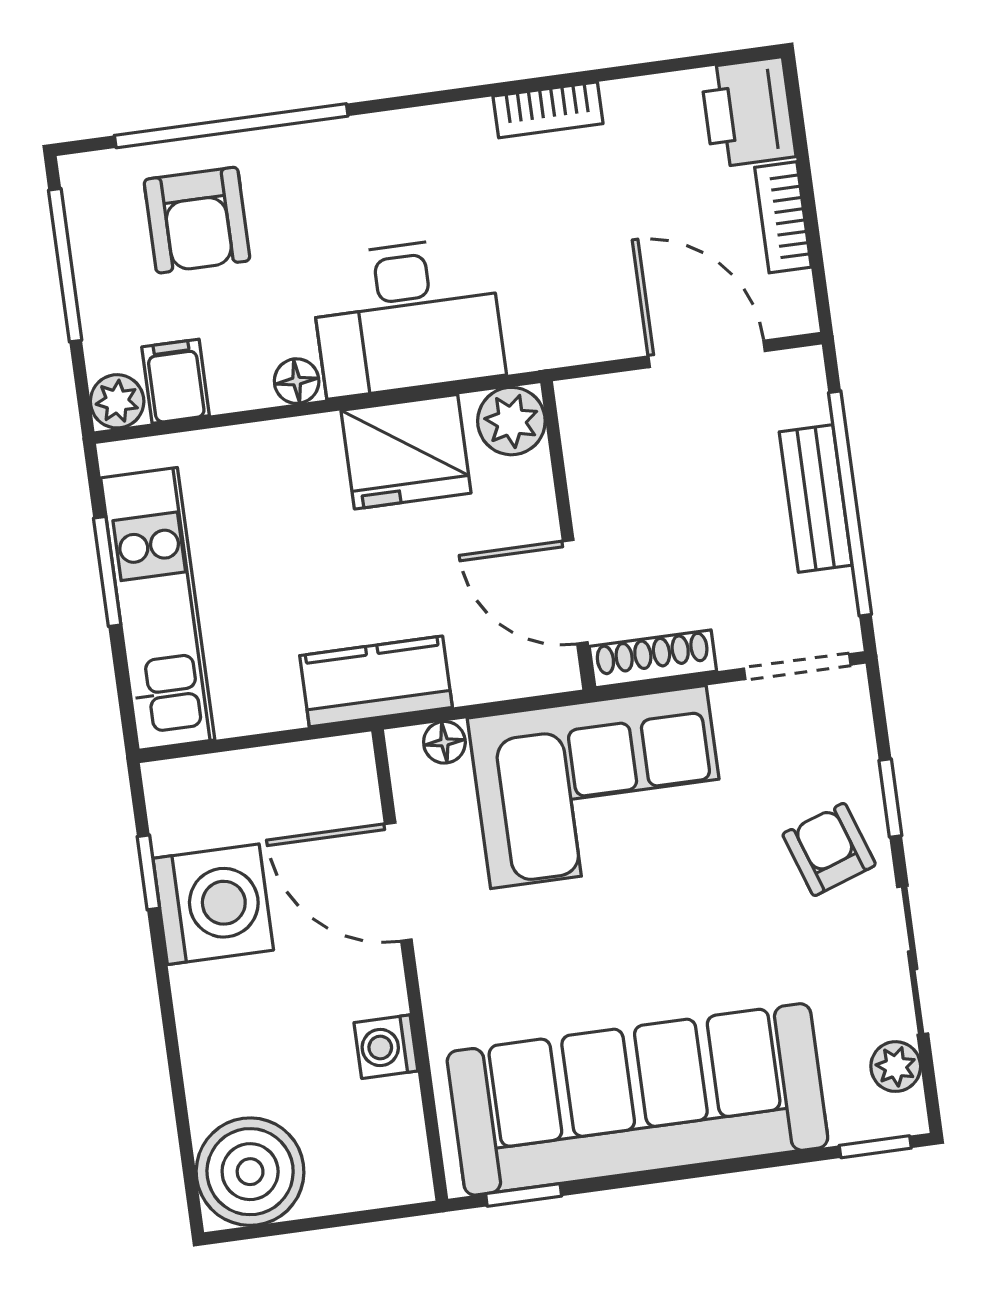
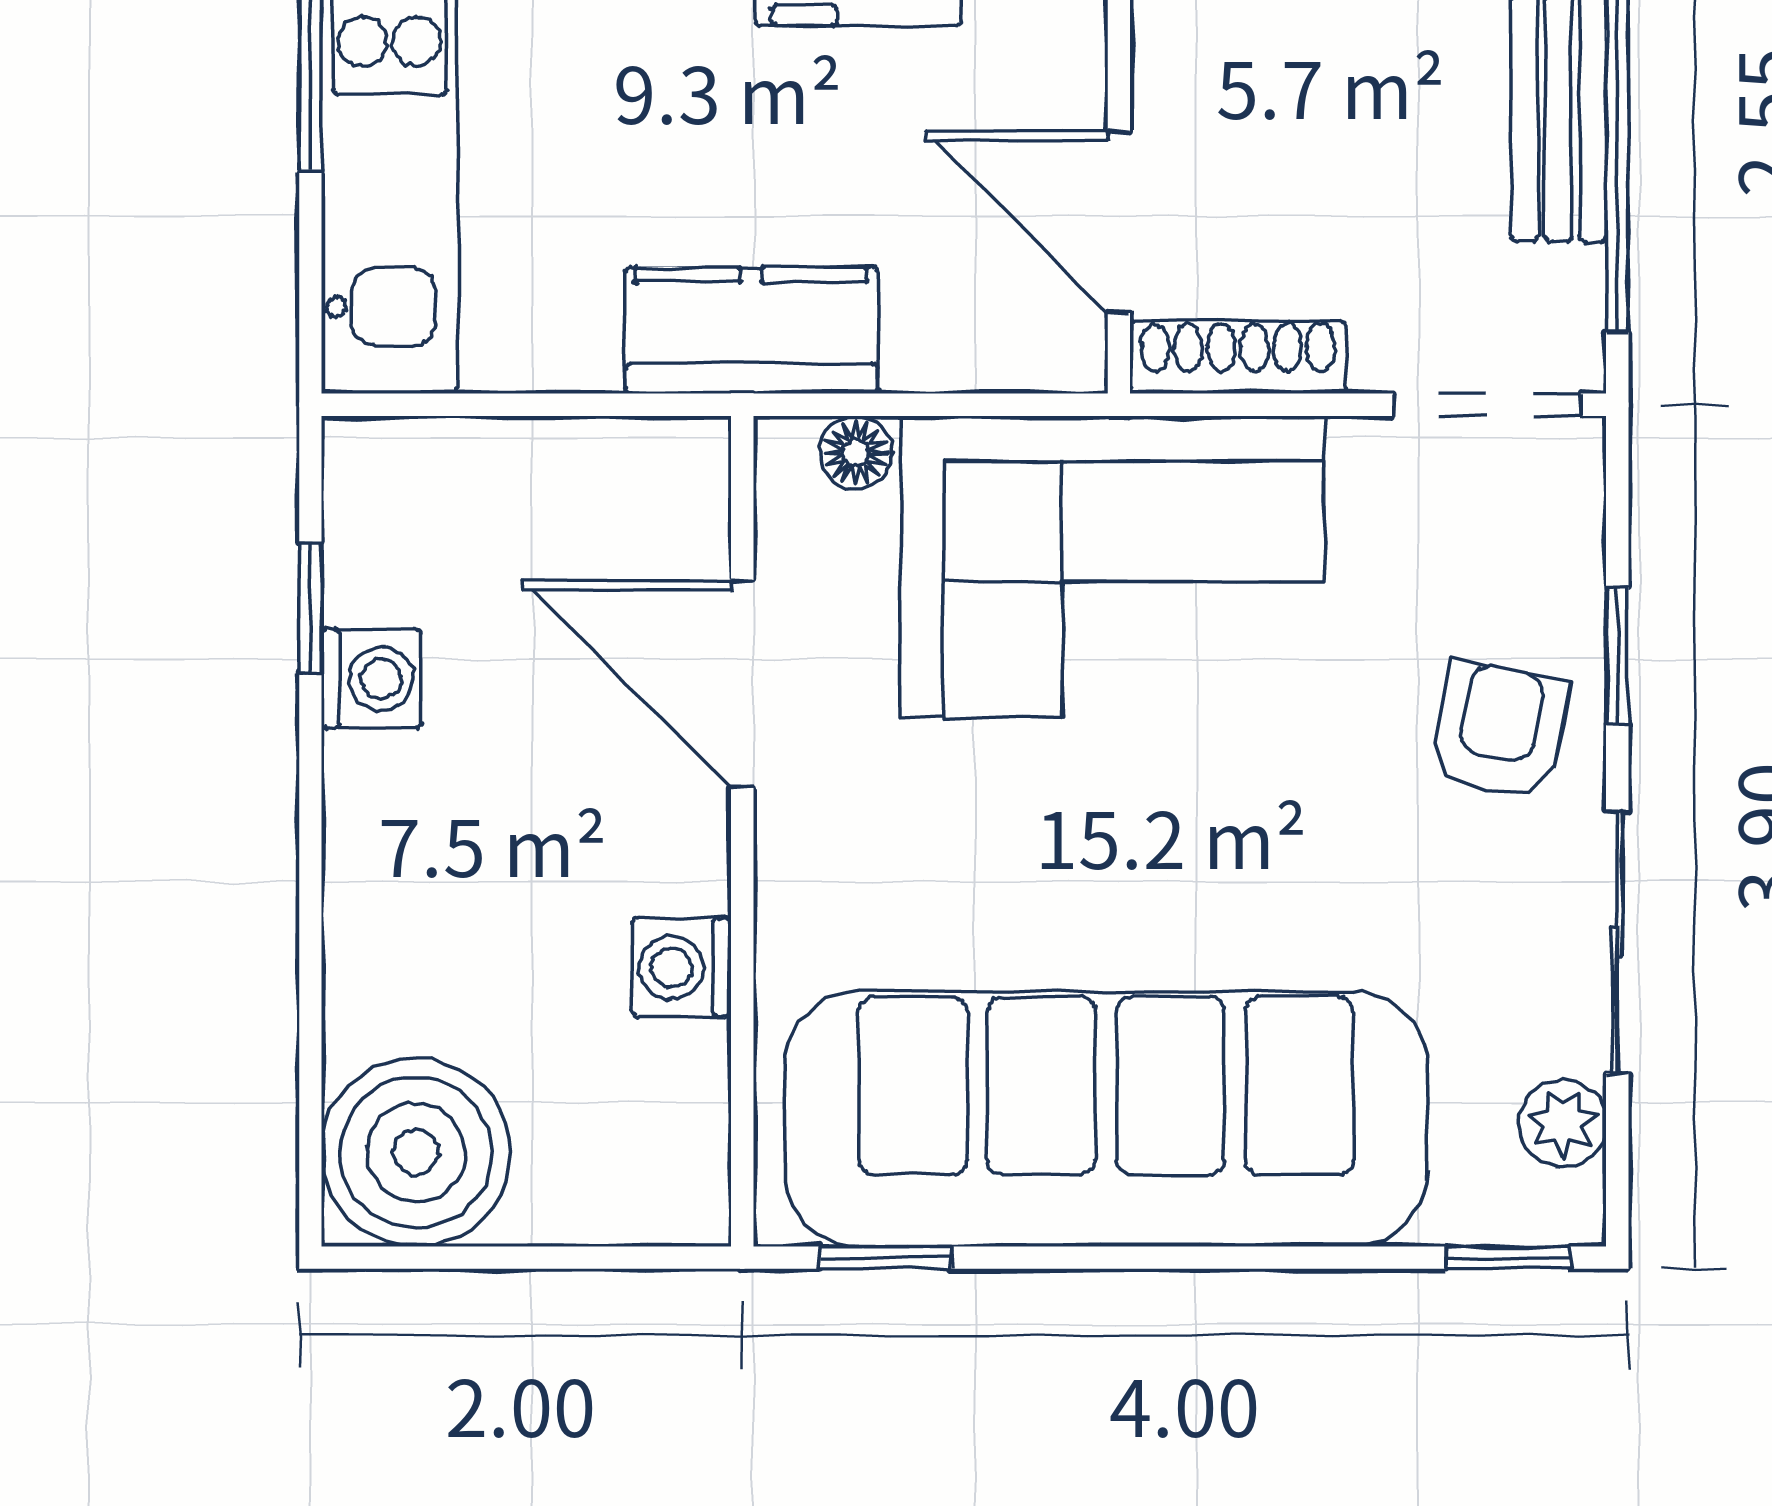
armchair: (829, 849) -> (1498, 730), turned 30
washing machine: (213, 904) -> (371, 679), width x0.53, depth x0.53

